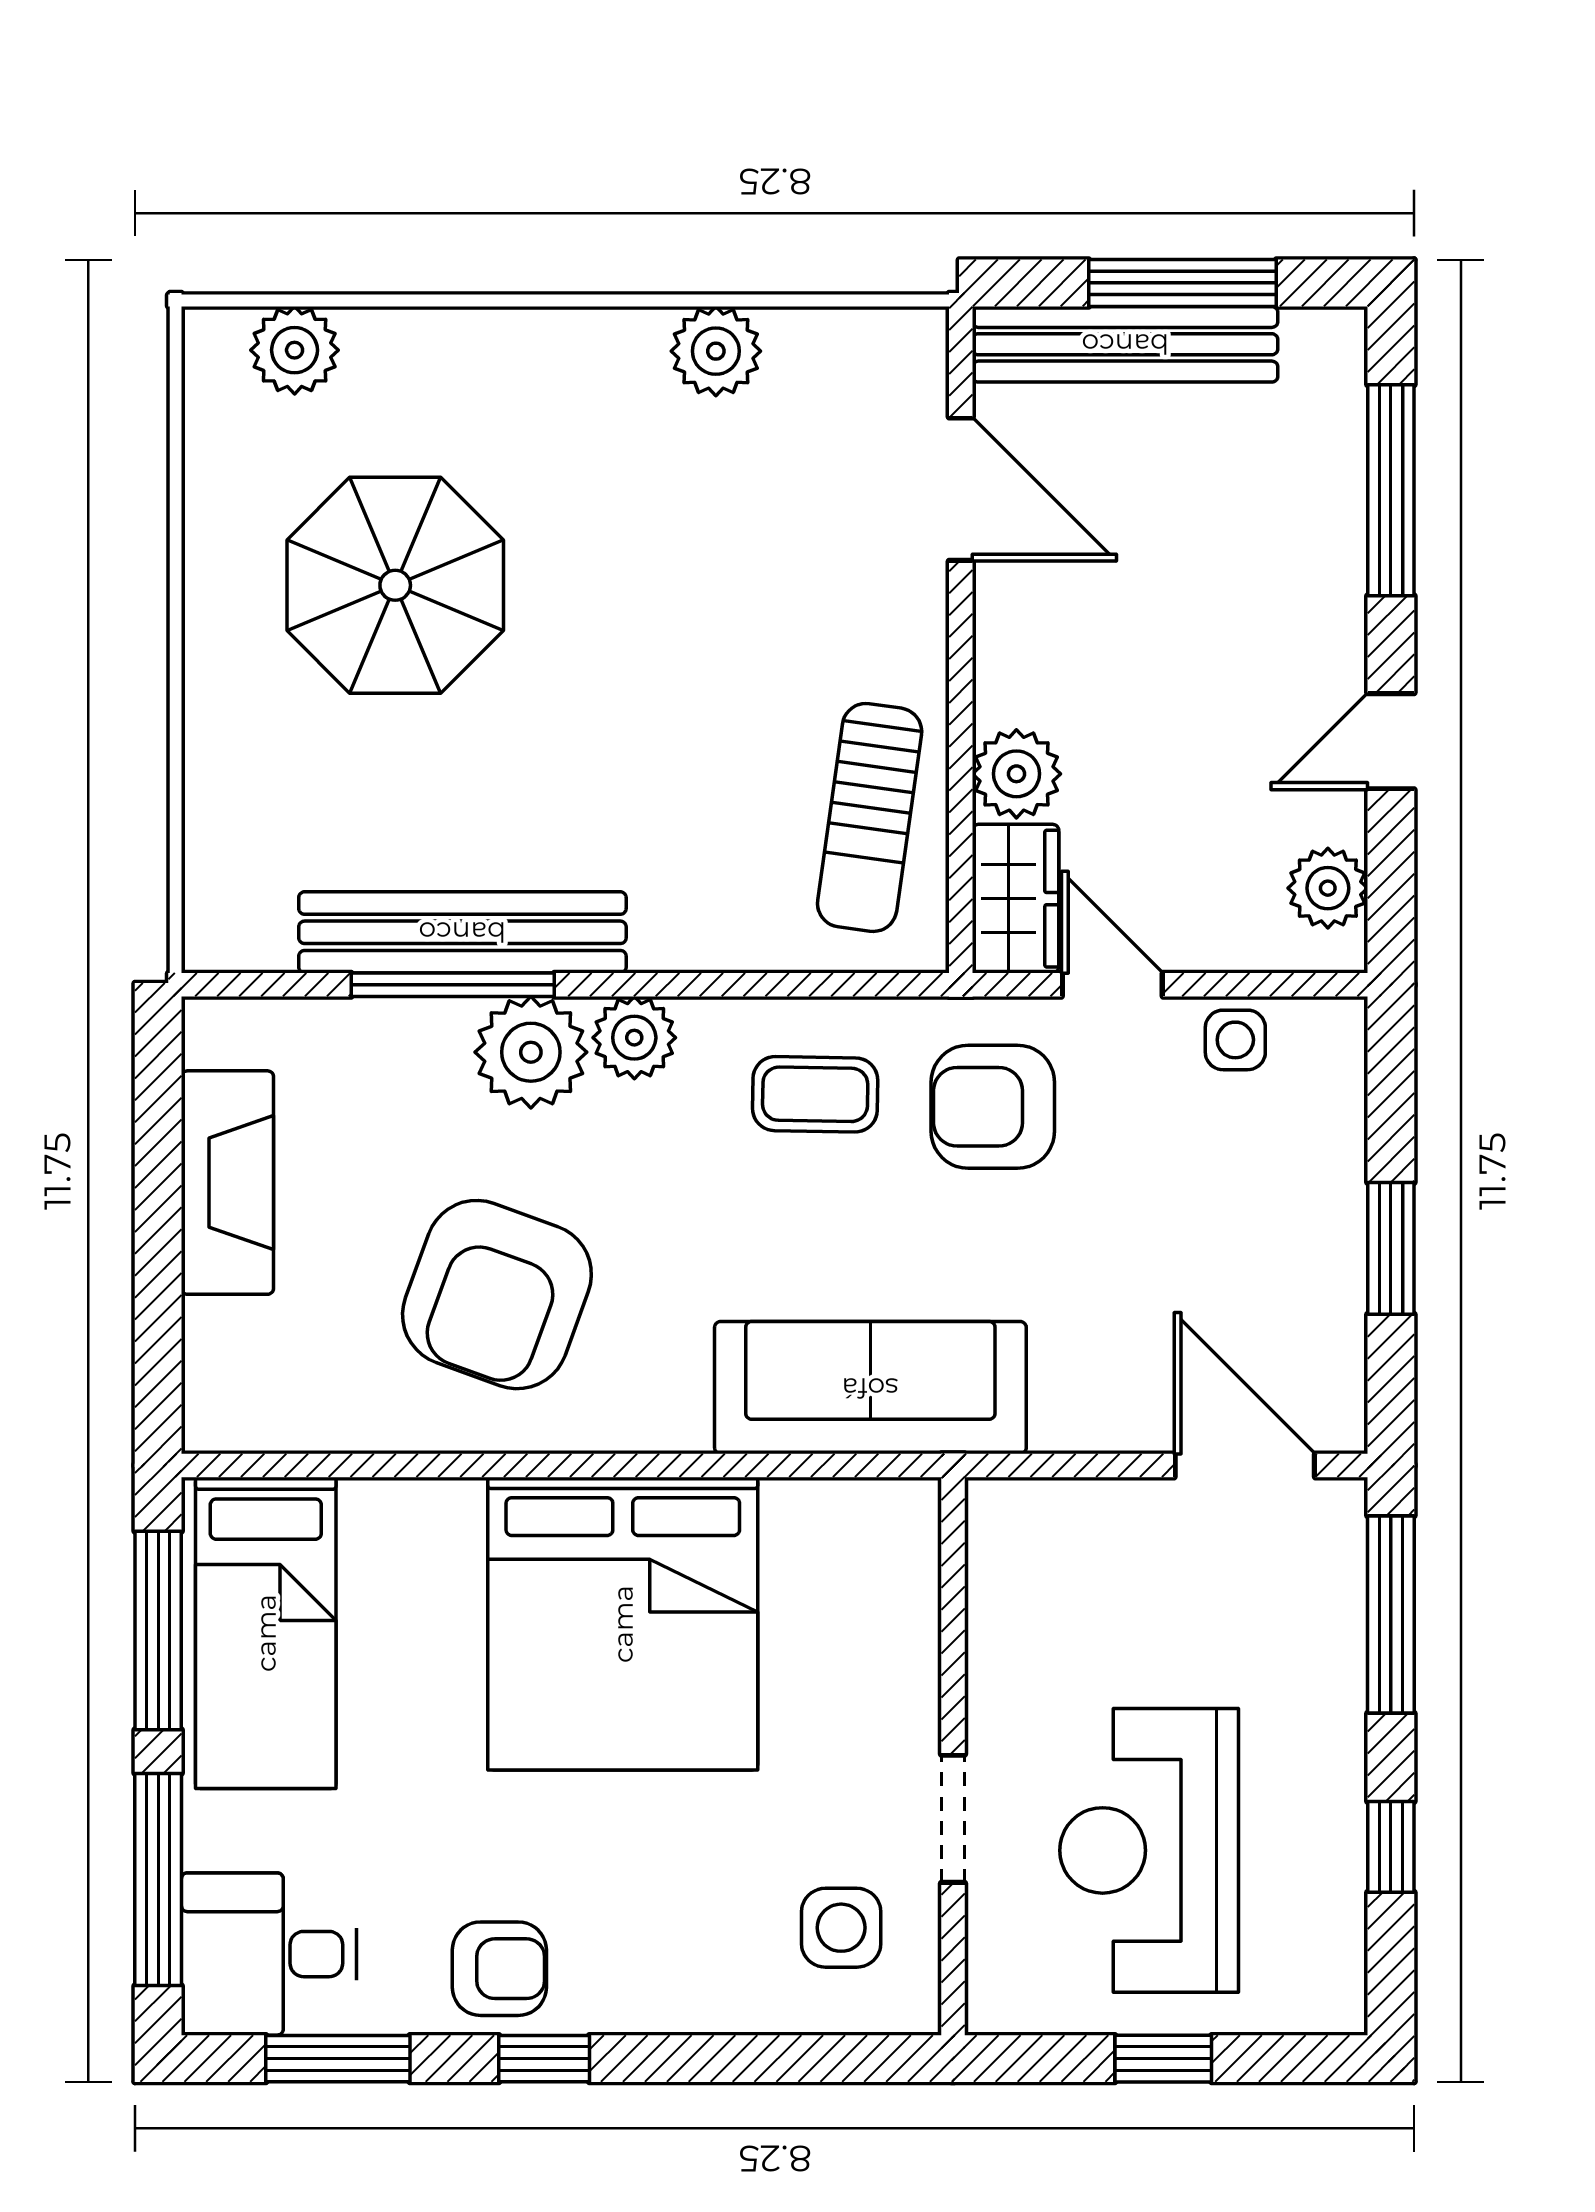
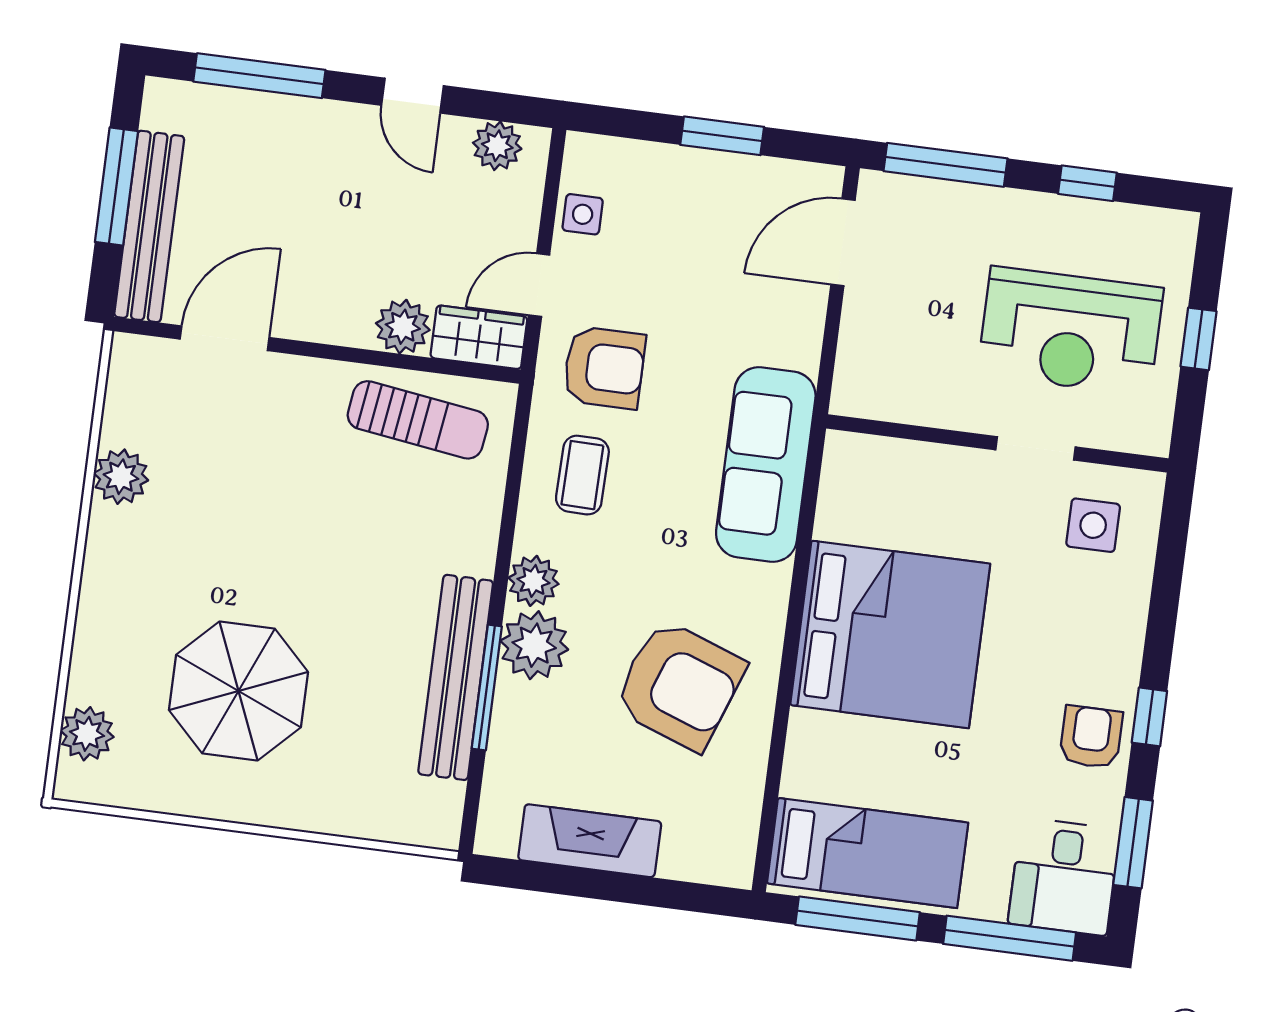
armchair: (993, 1107) -> (604, 368), turned -90

